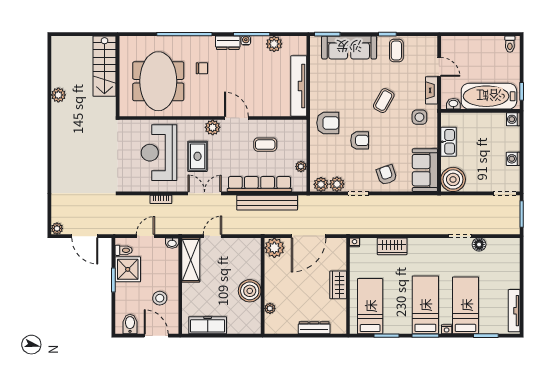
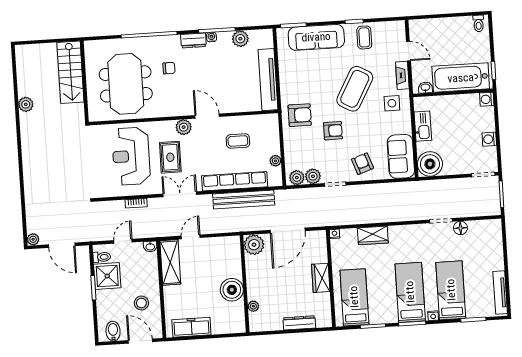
coffee table: (384, 101) -> (355, 89), width x1.86, depth x1.72

